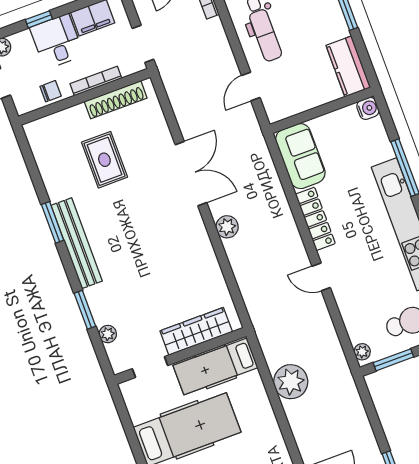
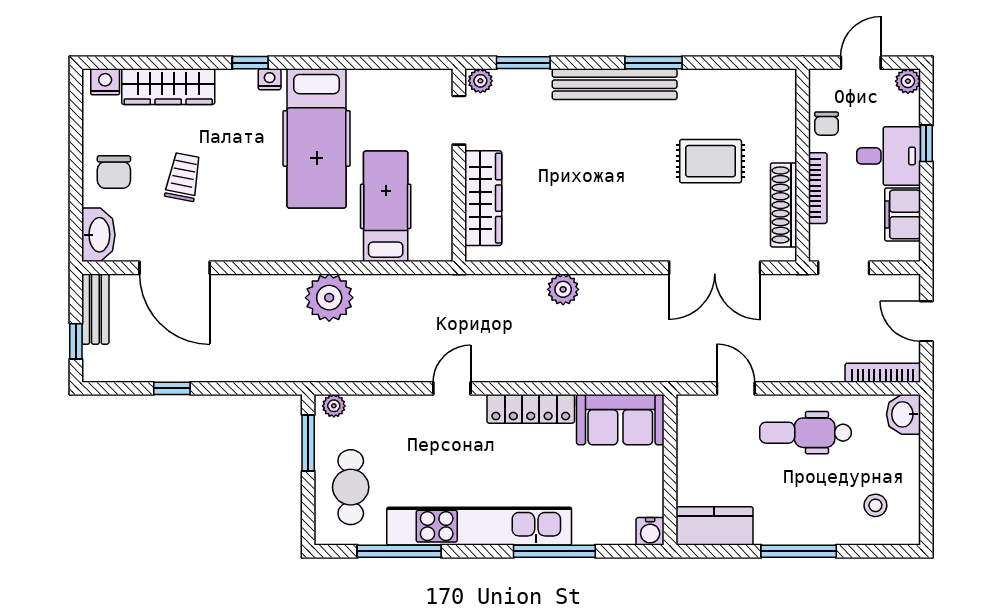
double door: (191, 174) -> (715, 268), moved
wardrobe: (196, 331) -> (483, 198), moved
wall: (180, 356) -> (459, 165), moved
doorway: (150, 367) -> (459, 120), moved

